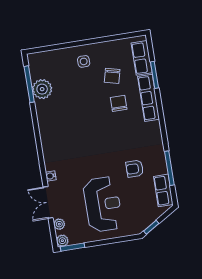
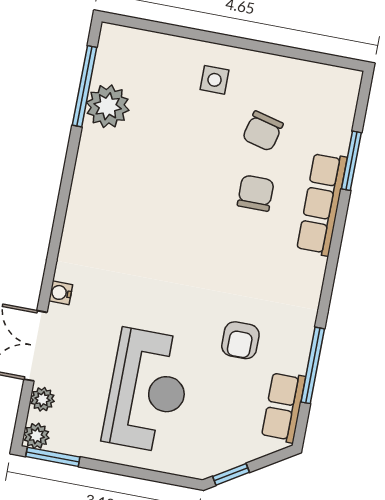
row of seats: (142, 58) -> (337, 116), removed
armchair: (135, 169) -> (240, 340), turned -90

